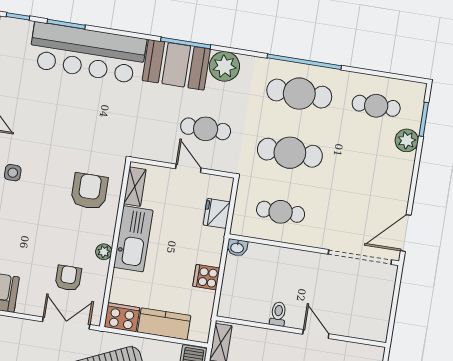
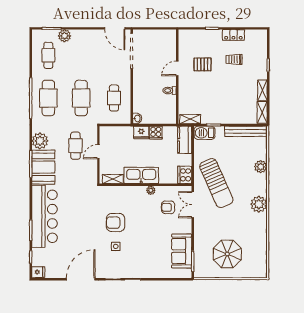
armchair: (89, 191) -> (115, 223), moved
fridge: (217, 213) -> (141, 132), moved
kitchen counter: (164, 324) -> (185, 140), moved

